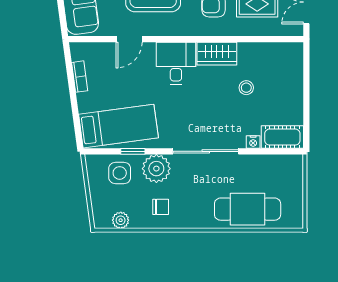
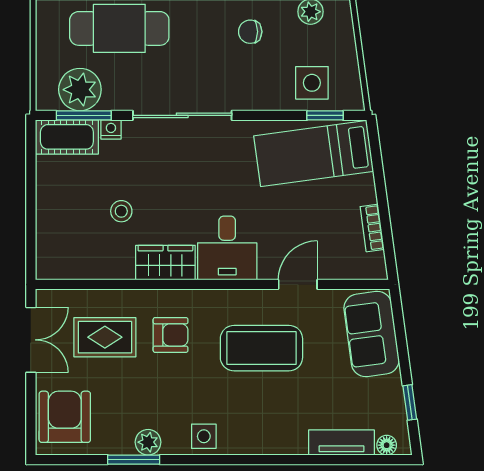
window: (133, 151) -> (325, 115), moved
window: (271, 151) -> (84, 115), added
plant: (156, 169) -> (80, 90), moved

